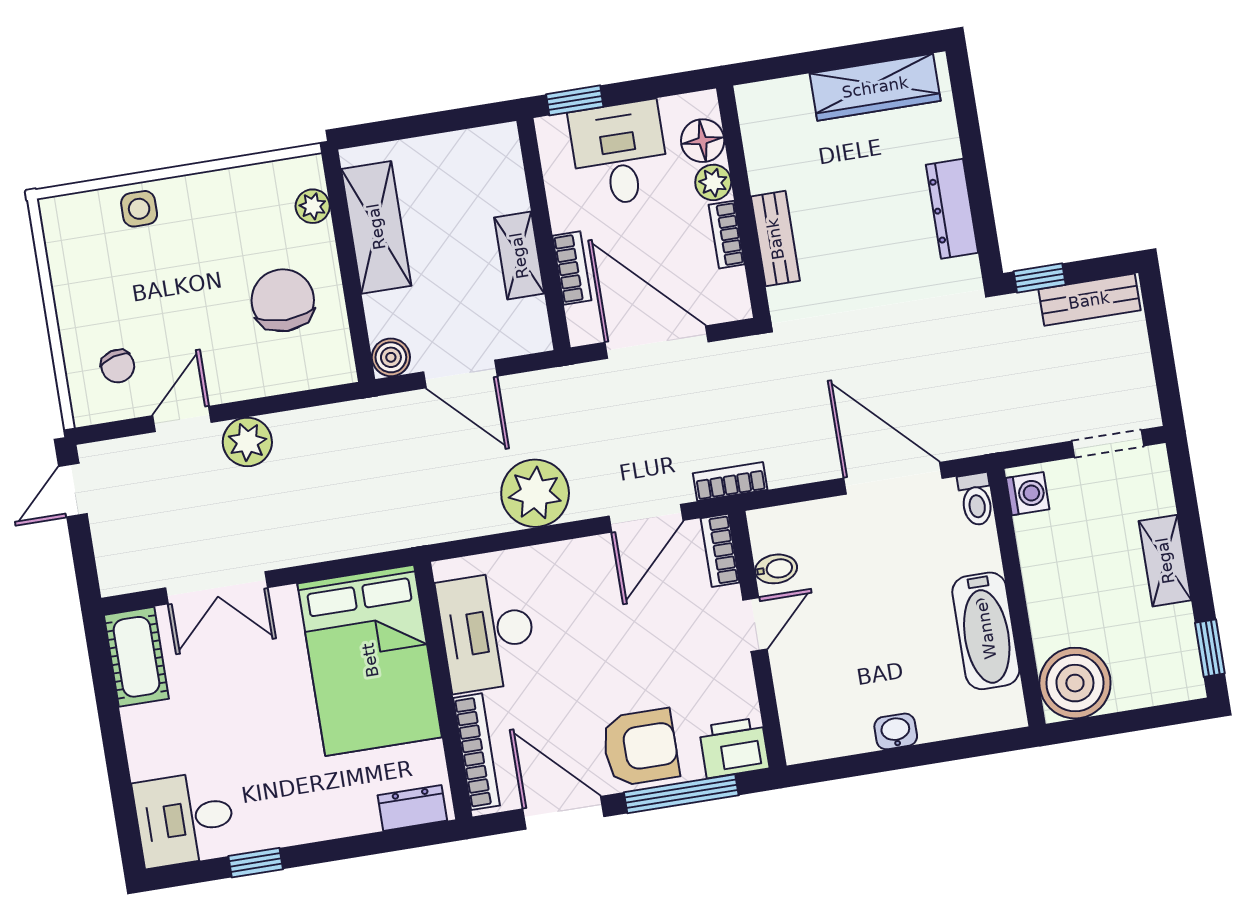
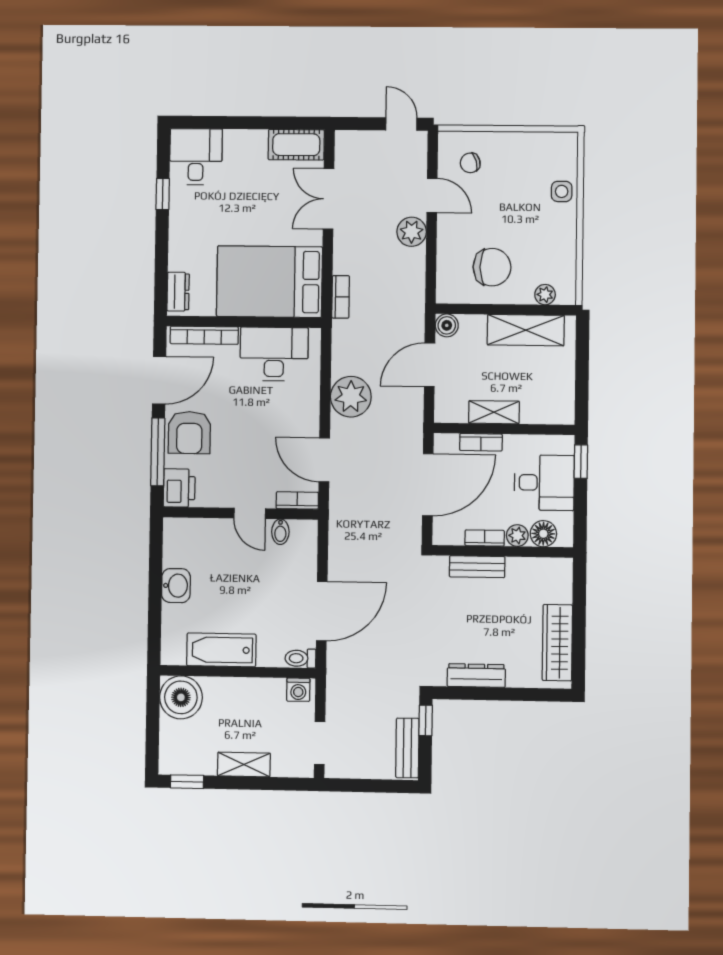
bookcase: (730, 482) -> (341, 297), moved
washbasin: (896, 731) -> (176, 586), width x1.38, depth x1.45

